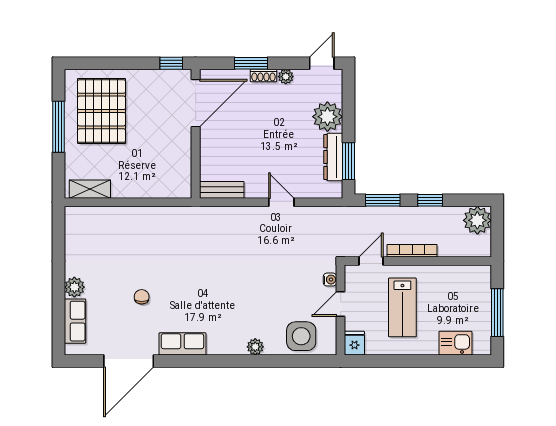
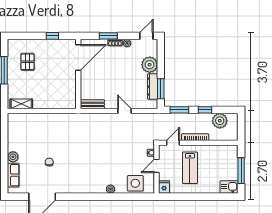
window: (171, 63) -> (52, 36), moved
pallet: (102, 111) -> (28, 62), width x0.49, depth x0.50
plant: (477, 220) -> (220, 121), moved
kitchen sink: (455, 343) -> (229, 187), moved
row of seats: (182, 344) -> (71, 187), removed

